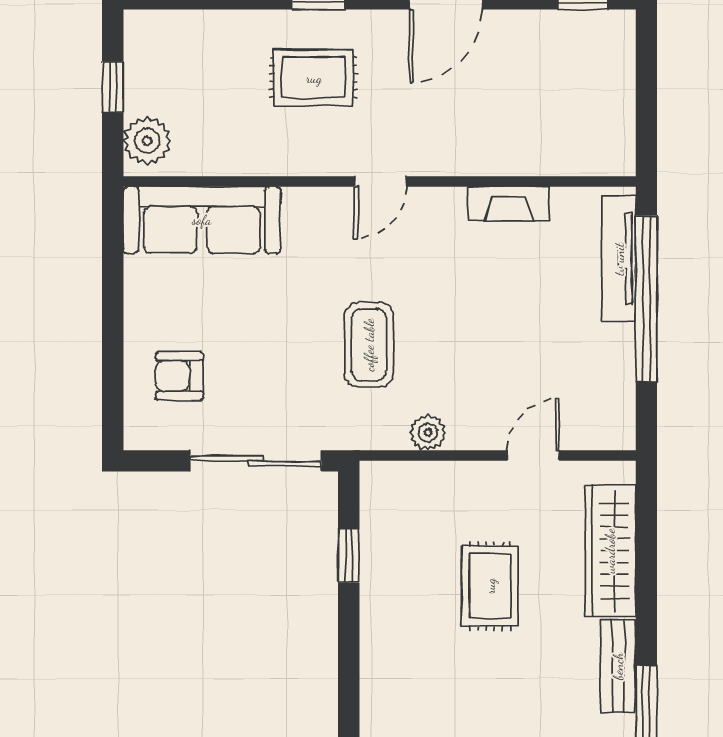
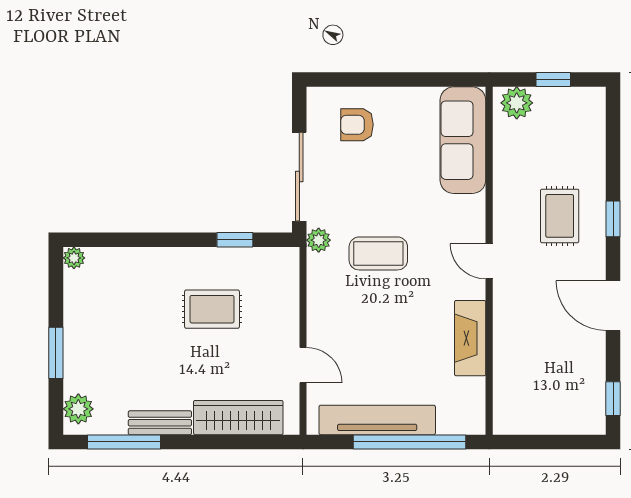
fireplace: (509, 204) -> (470, 338), width x1.37, depth x1.32
tv unit: (619, 259) -> (377, 420), moved, width x1.36, depth x1.29
armchair: (179, 376) -> (357, 125), turned -90
plant: (428, 433) -> (319, 240), moved
rug: (490, 586) -> (212, 309), moved

